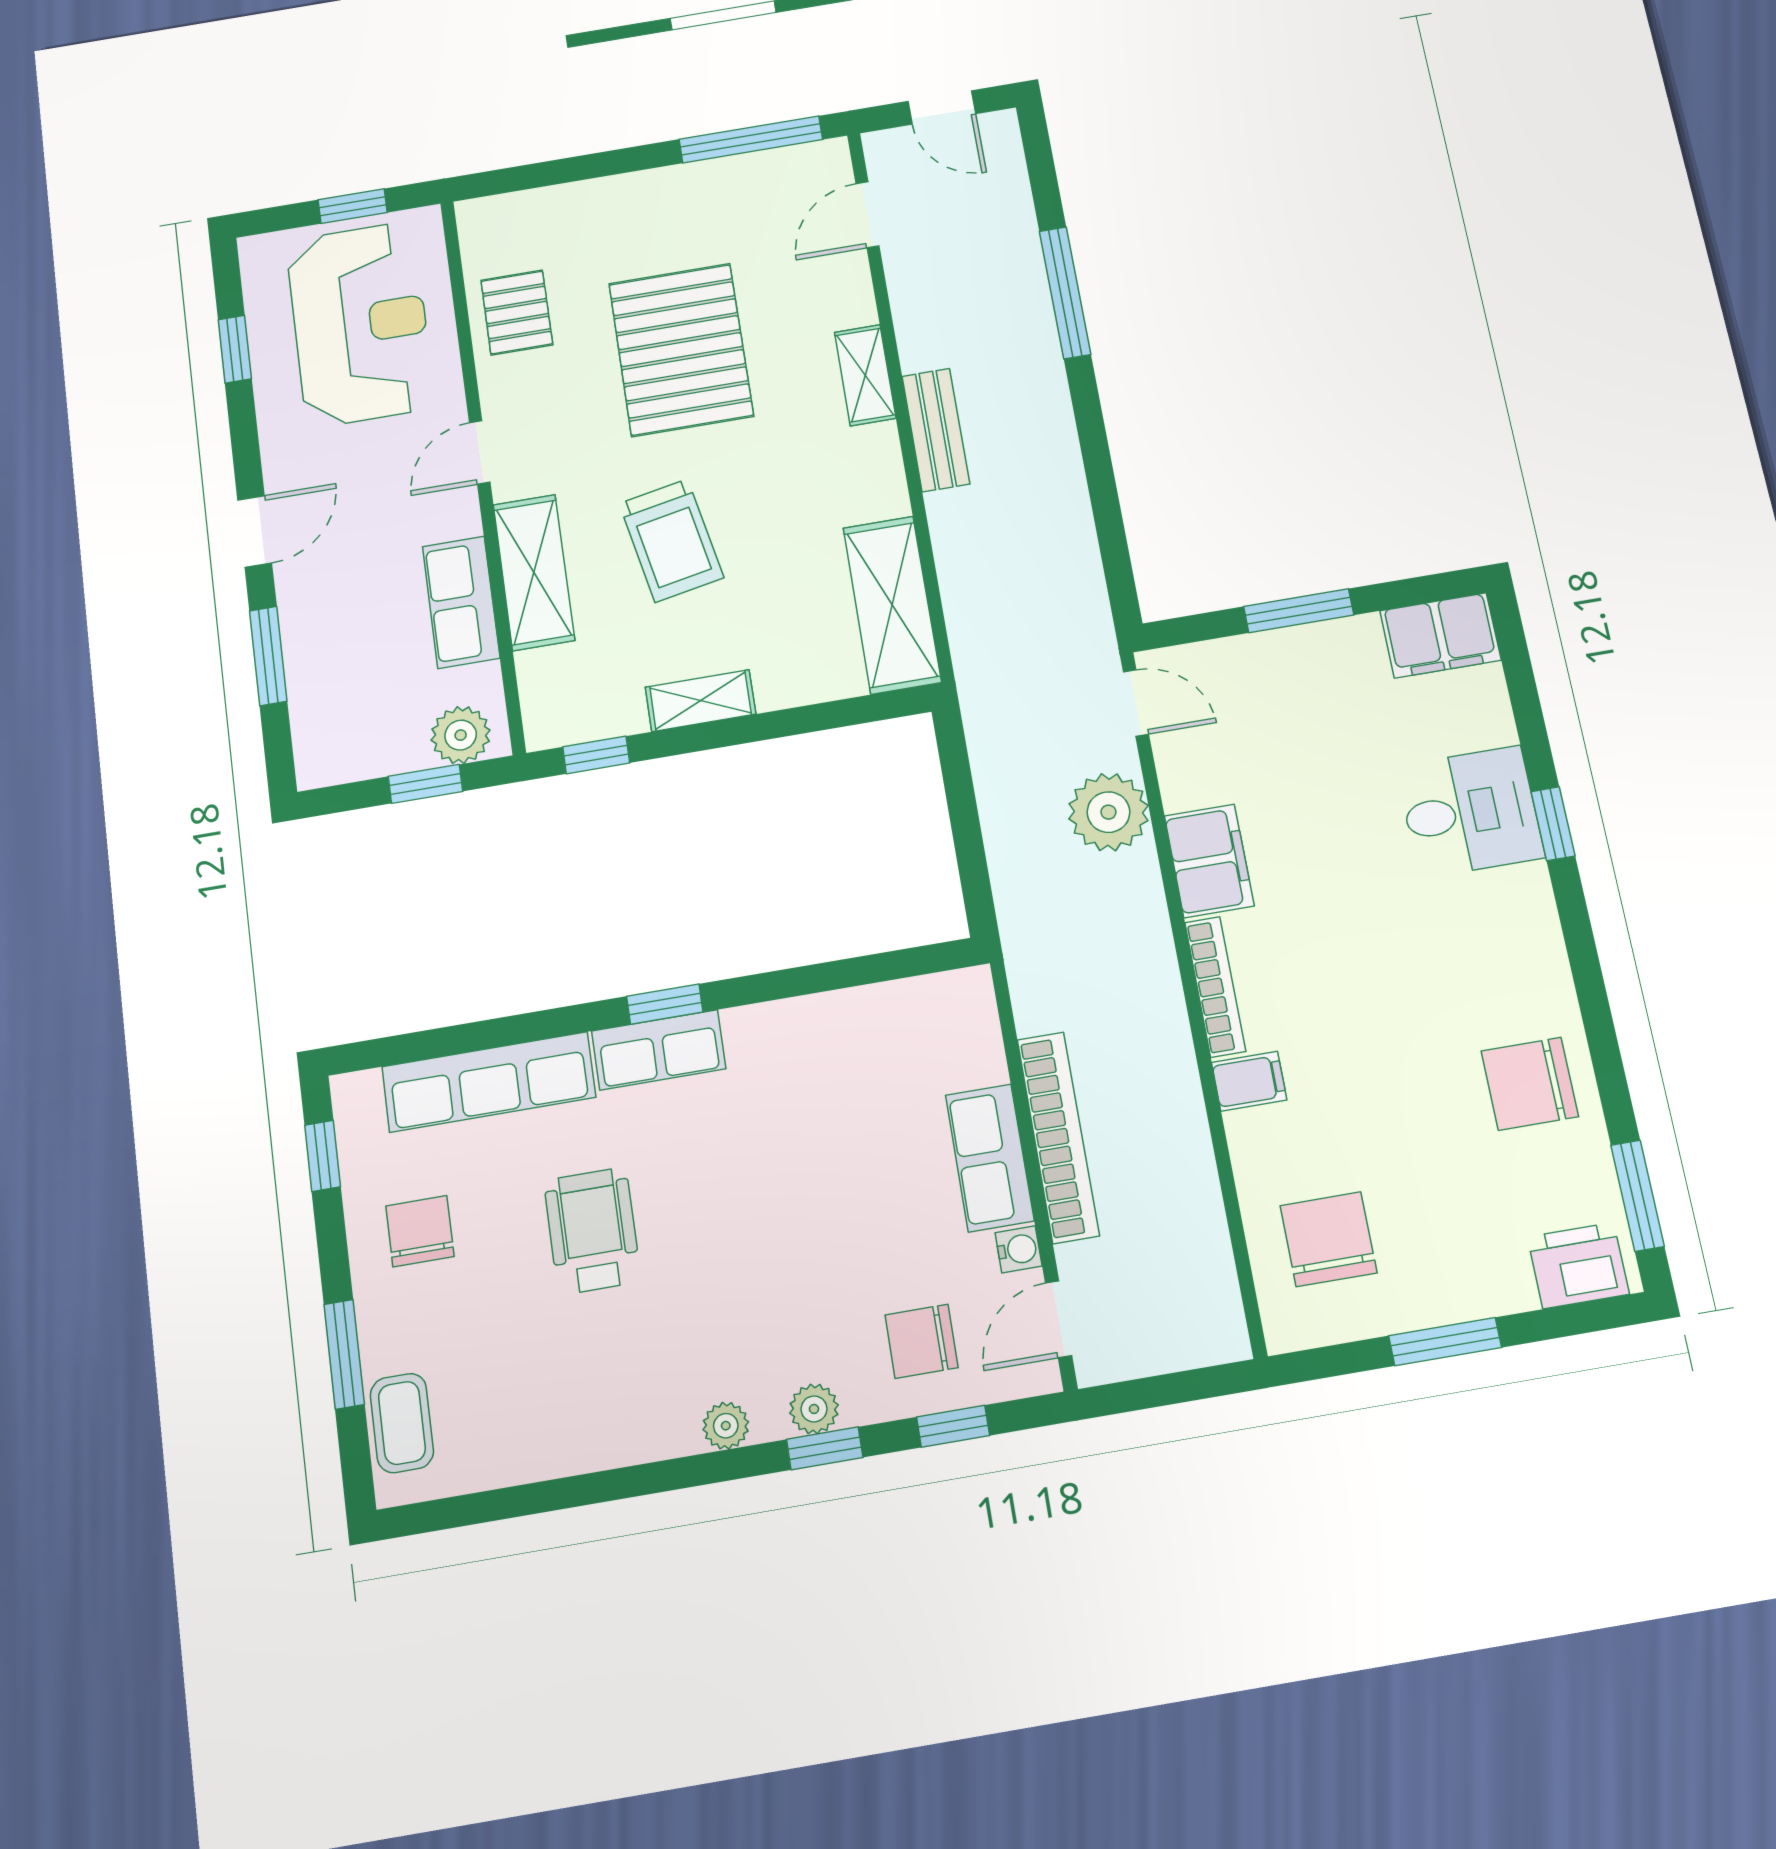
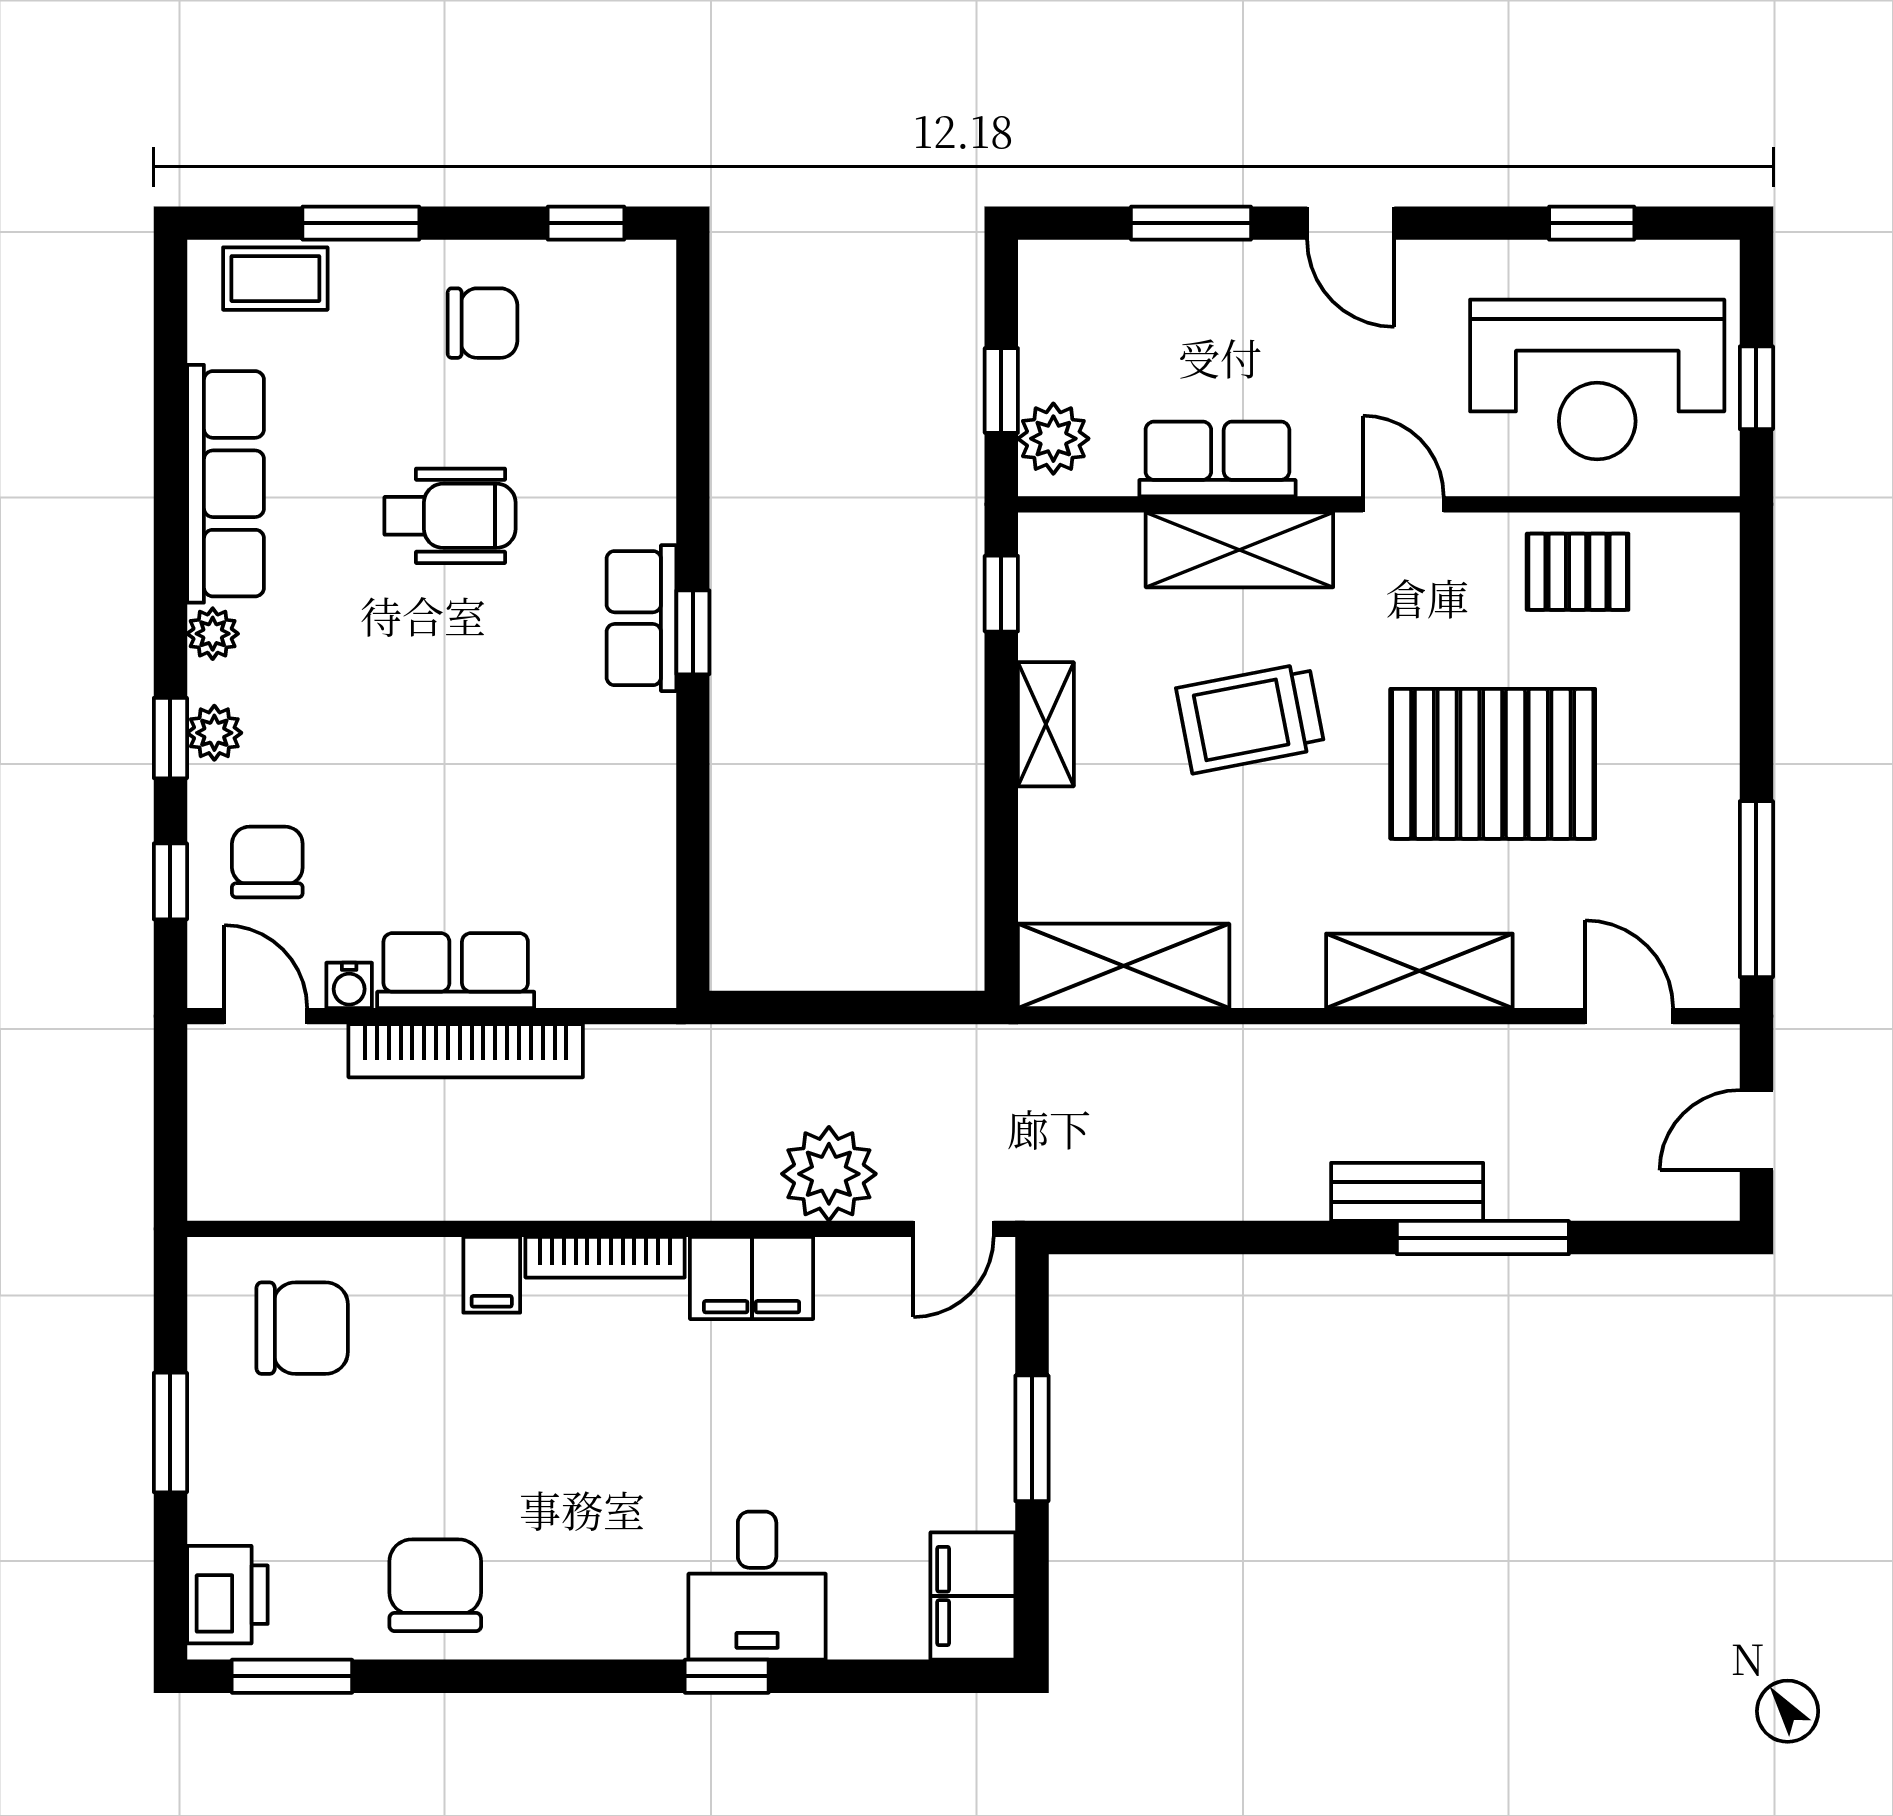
shelving: (865, 375) -> (1419, 971), width x1.50, depth x1.33
bench: (936, 430) -> (1407, 1192), moved
row of seats: (489, 1082) -> (225, 484), moved, turned 180

